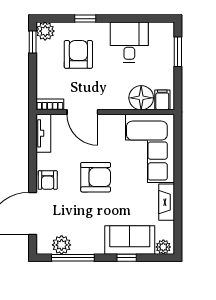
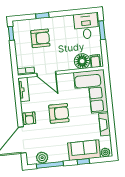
plant: (45, 31) -> (18, 26), removed
desk: (129, 42) -> (86, 26), moved
armchair: (78, 54) -> (40, 38), turned 90

